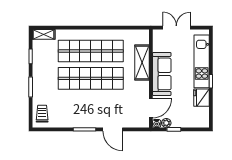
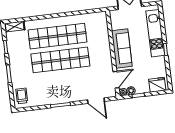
shelving: (142, 62) -> (103, 41), removed
fridge: (202, 98) -> (157, 85), moved, turned 90
door: (113, 129) -> (96, 101), moved

